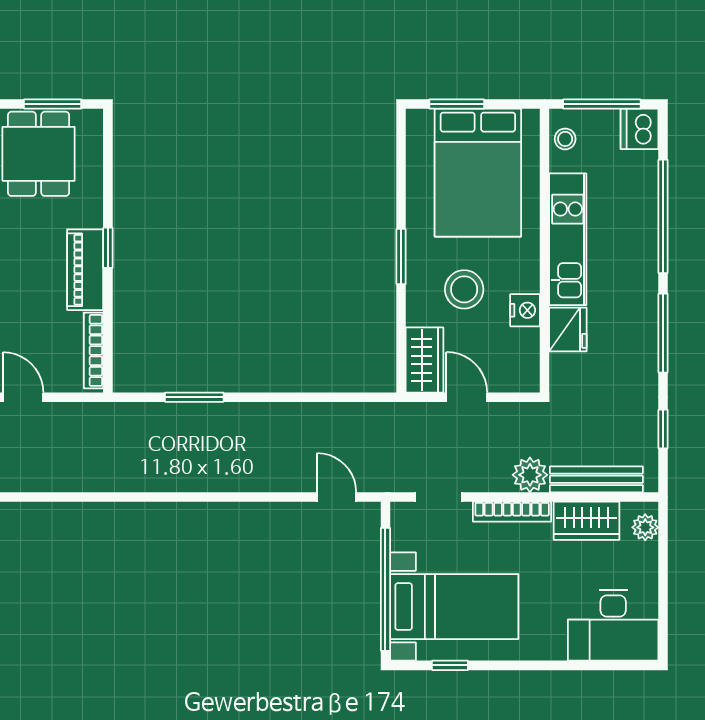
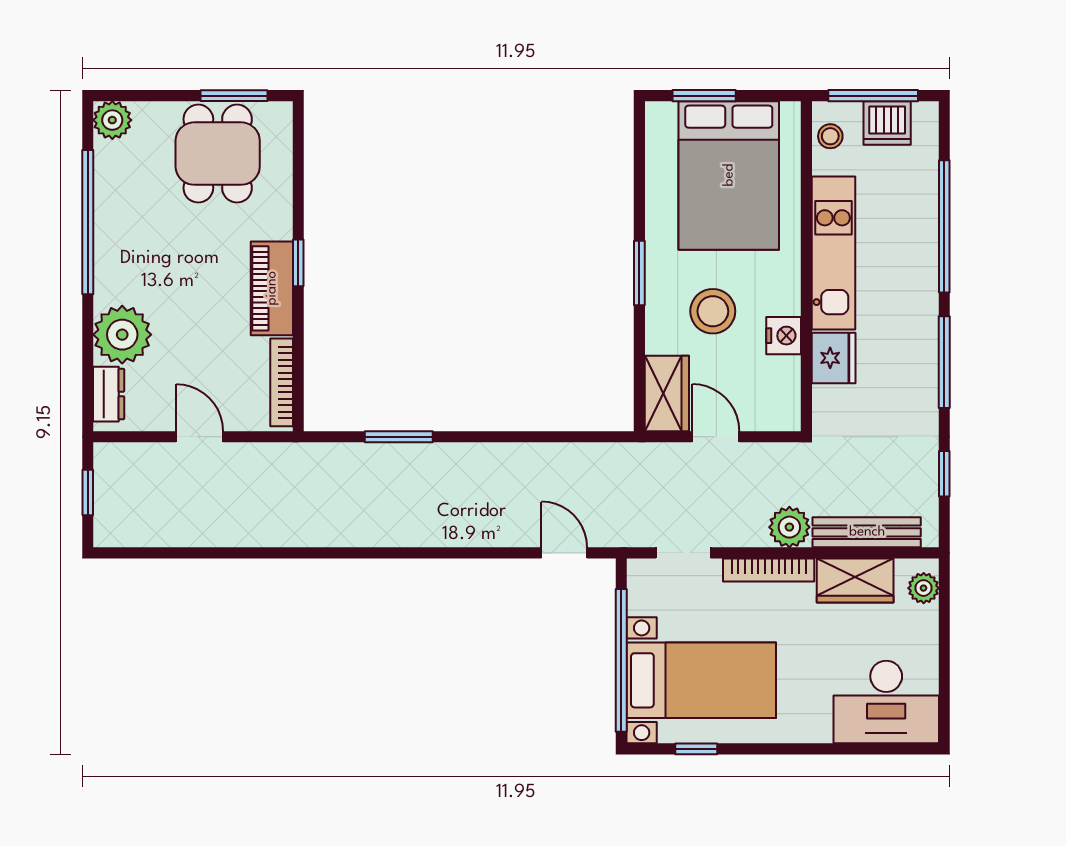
dishwasher: (639, 129) -> (887, 123), moved, turned -90

